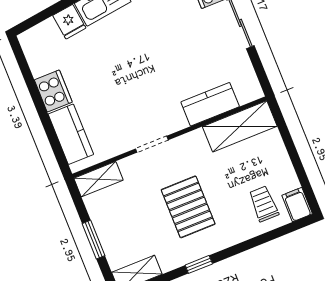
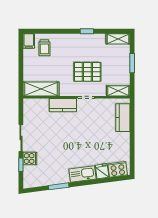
cooker: (53, 91) -> (118, 169), moved, turned 83
kitchen counter: (210, 104) -> (63, 105), moved
pallet: (188, 207) -> (87, 72), moved, turned 90

